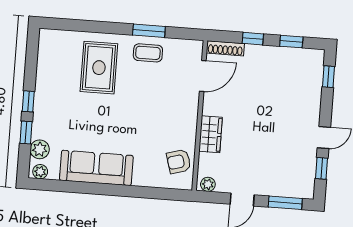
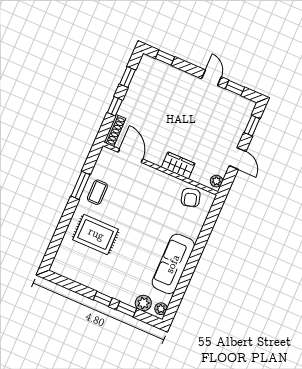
window: (285, 203) -> (252, 126), width x0.67

